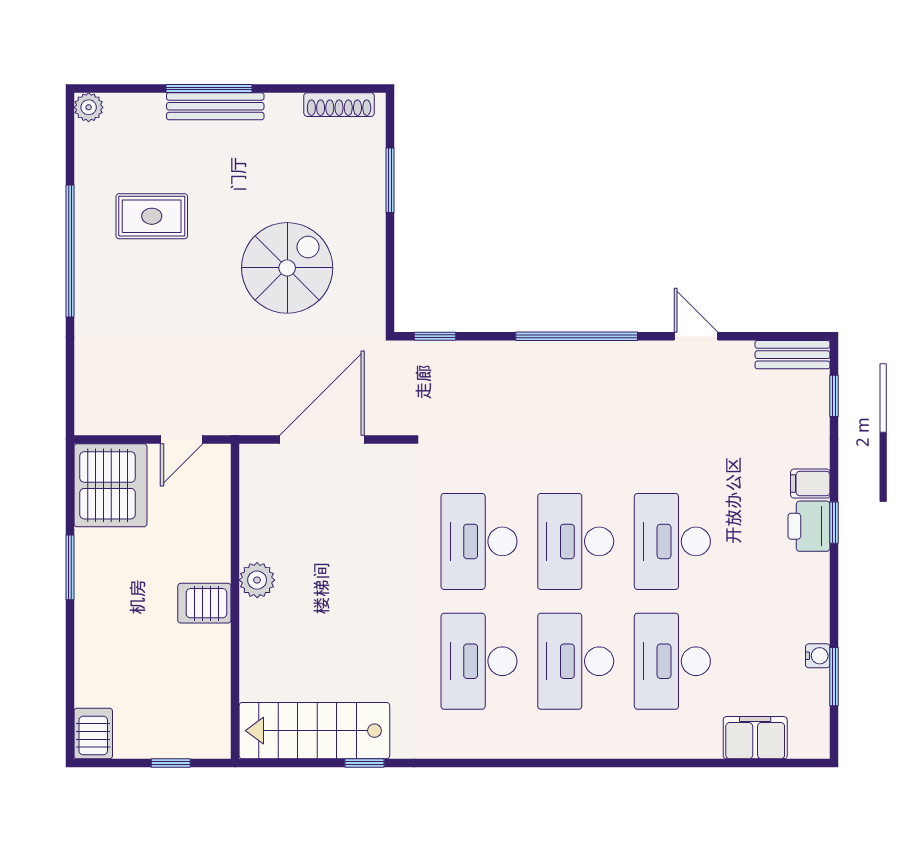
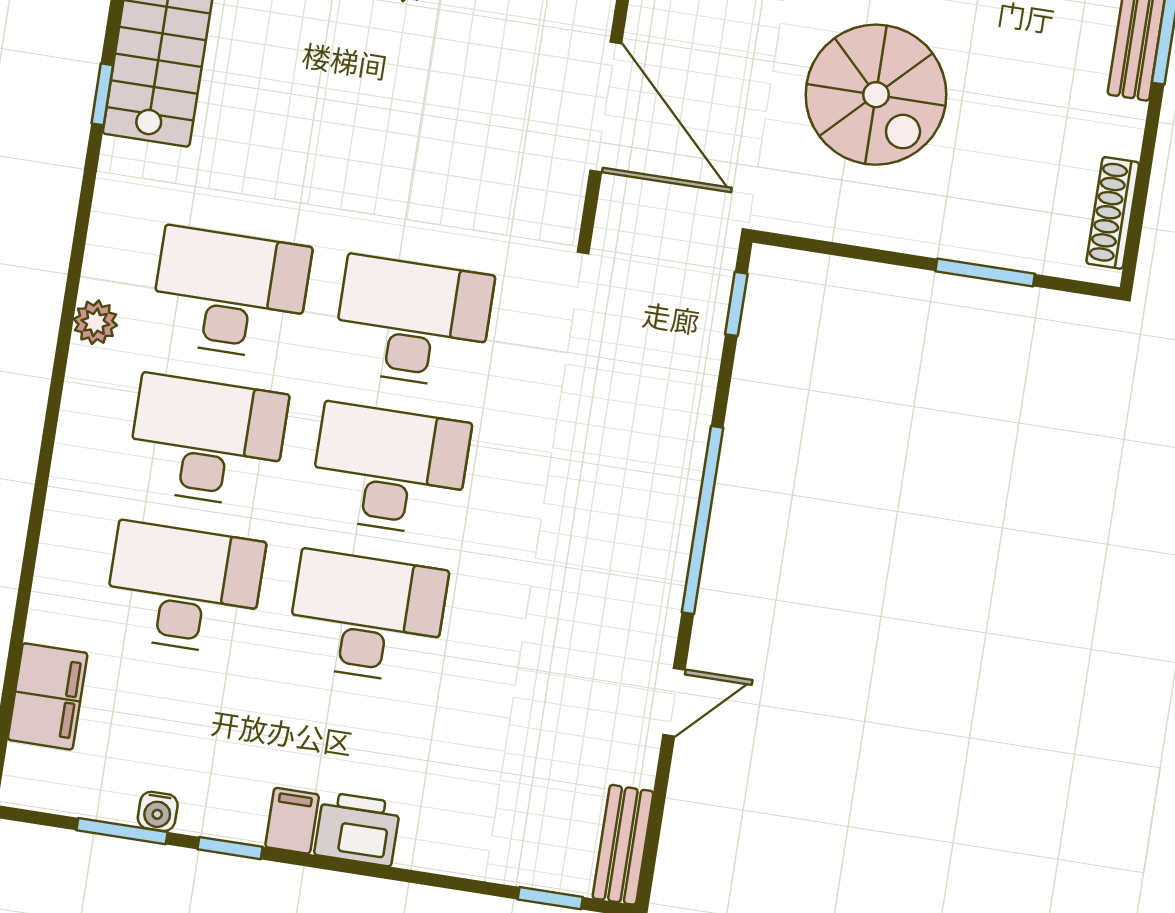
filing cabinet: (810, 484) -> (292, 821), moved
window: (834, 523) -> (230, 848), moved
plant: (511, 745) -> (95, 322), added

